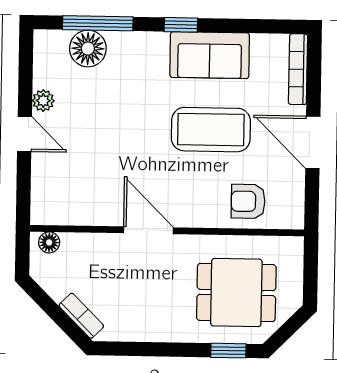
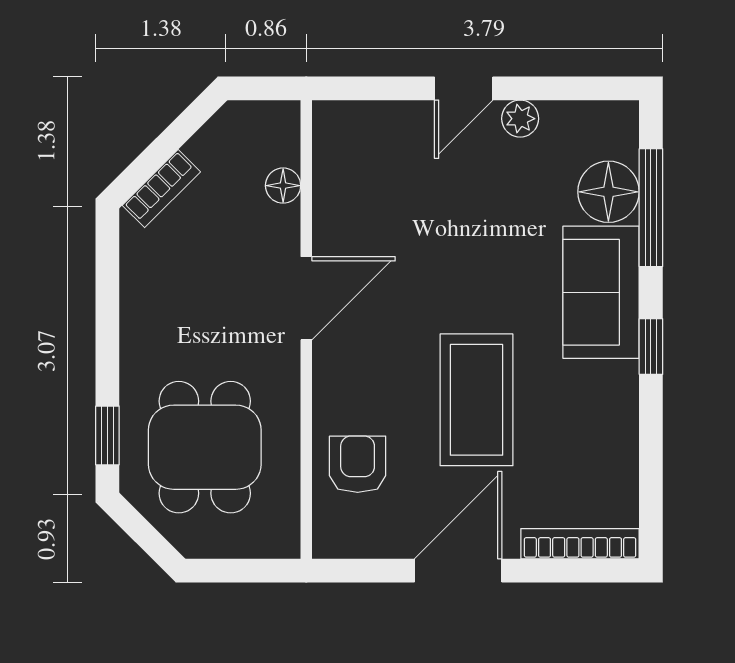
sofa: (210, 55) -> (601, 292), moved
floor lamp: (49, 242) -> (283, 186), moved

